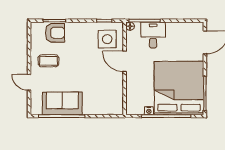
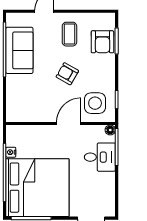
armchair: (82, 63) -> (67, 74), added

